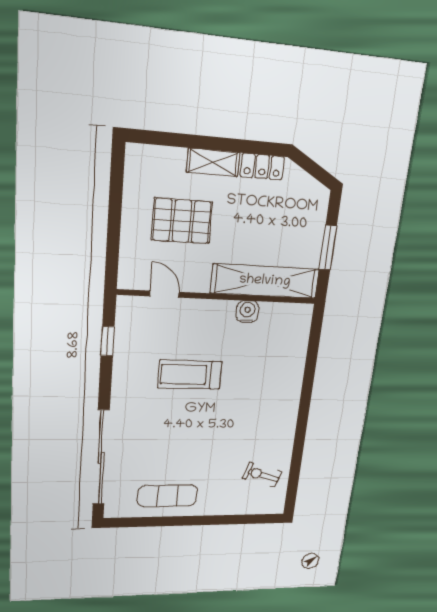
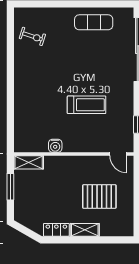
shelving: (265, 281) -> (29, 162), width x0.45, depth x0.75
door: (164, 294) -> (118, 154), moved

